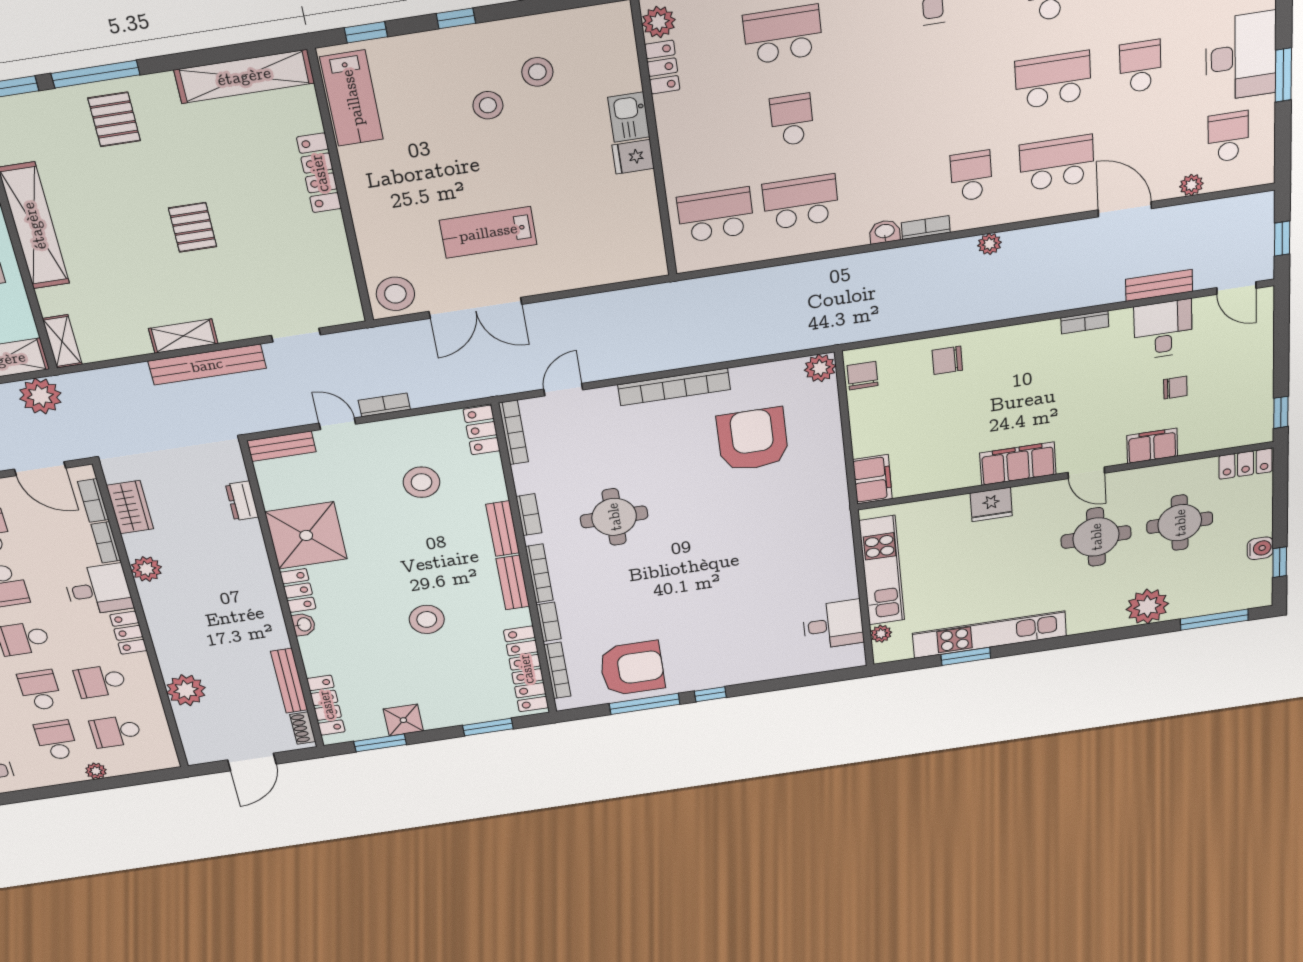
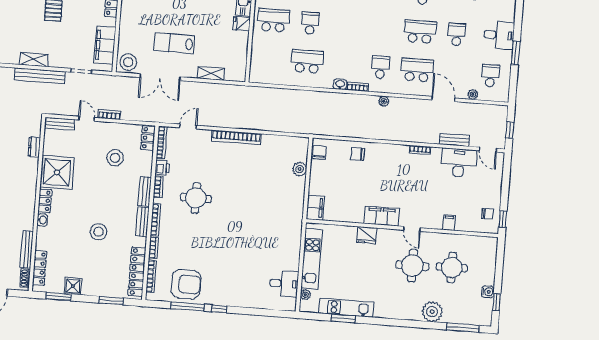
desk: (1241, 57) -> (499, 35), width x0.73
school desk: (716, 215) -> (273, 20), moved
filing cabinet: (332, 272) -> (105, 45), added
shelving: (587, 275) -> (211, 73), added
desk: (1163, 329) -> (459, 163), width x1.37
plant: (820, 368) -> (300, 169), moved
chair: (1175, 388) -> (487, 214), moved
armchair: (753, 440) -> (265, 173), removed
filing cabinet: (1152, 446) -> (449, 223), width x0.50
locker: (1246, 464) -> (485, 243), removed
printer: (528, 478) -> (162, 168), added
kitchen unit: (989, 635) -> (346, 308), width x0.73

